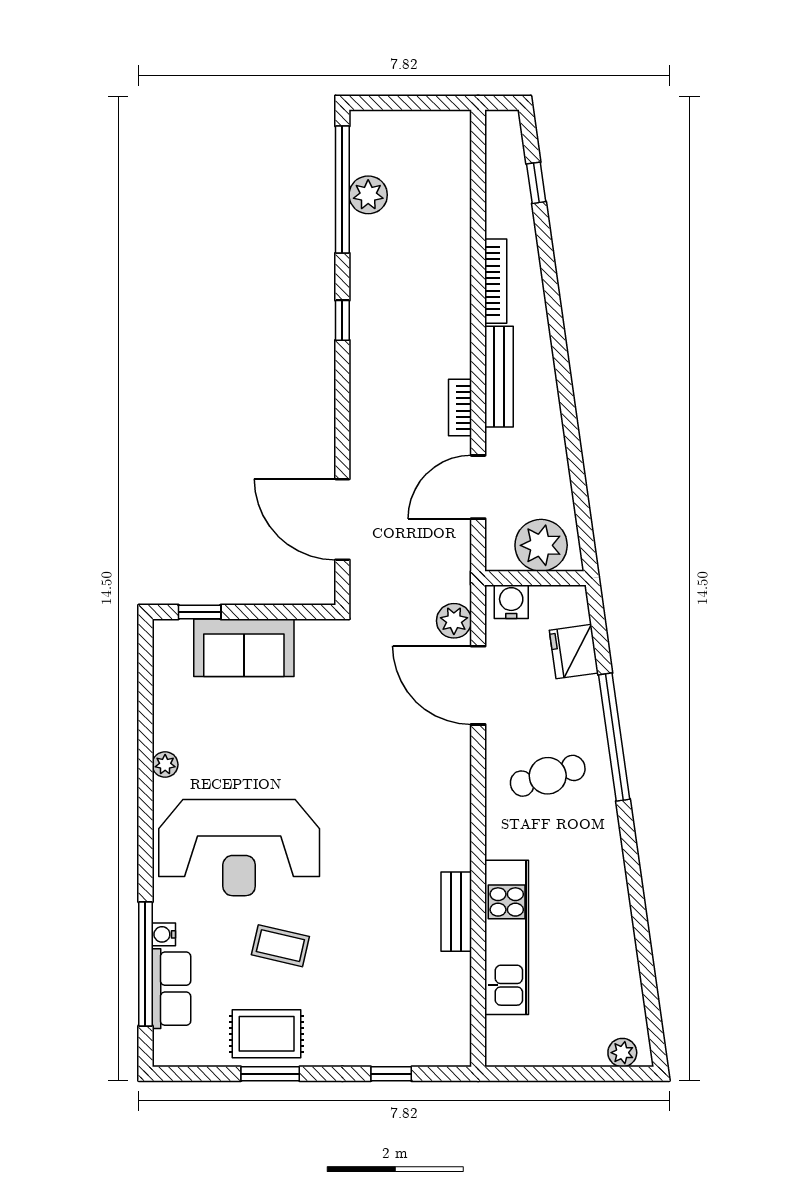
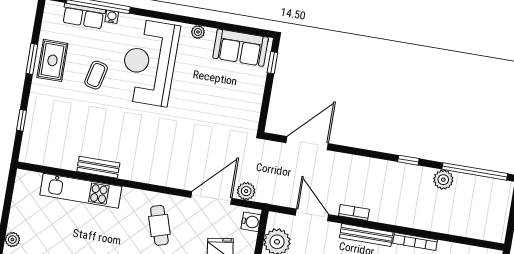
plant: (368, 195) -> (443, 180), moved
sofa: (244, 648) -> (241, 48), moved, turned -90

